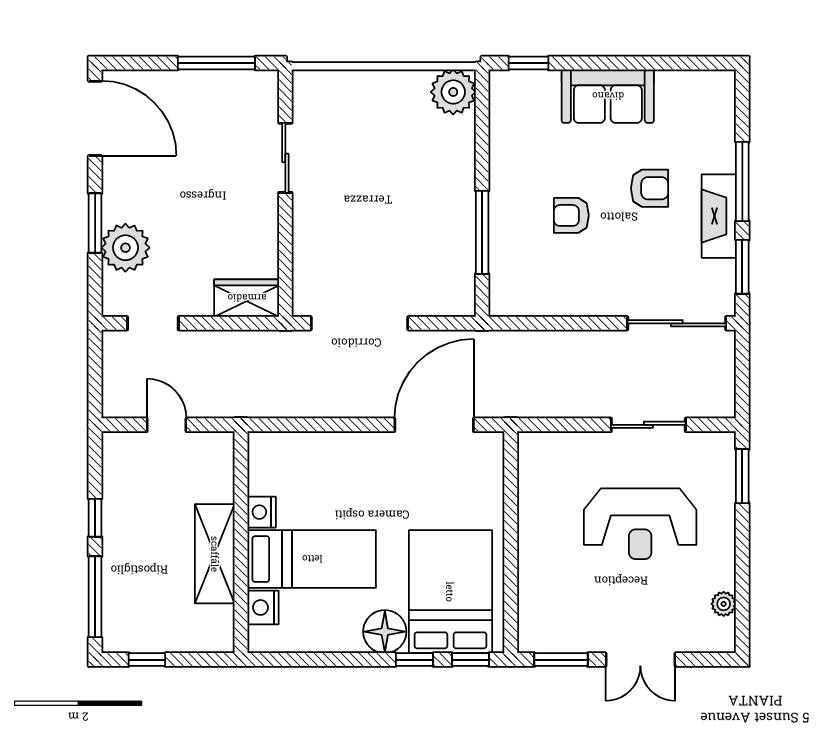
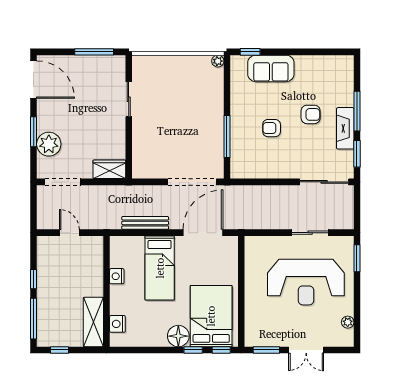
plant: (453, 92) -> (218, 61), width x0.53, depth x0.53
sofa: (608, 96) -> (271, 68), moved
doorway: (153, 323) -> (62, 182), width x1.38
doorway: (359, 323) -> (192, 182), moved
bench: (318, 405) -> (145, 223), added
reception desk: (640, 524) -> (306, 282), width x1.36, depth x1.30
shelving: (215, 554) -> (93, 322), moved
bed: (312, 559) -> (160, 268), moved, turned 90

